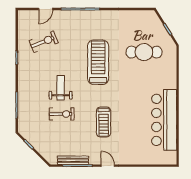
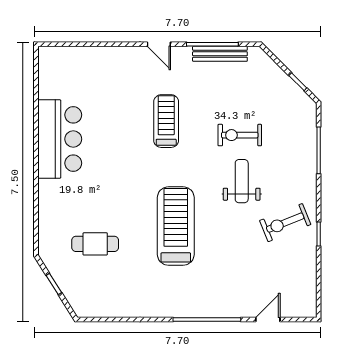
exercise bike: (44, 42) -> (285, 223), moved
cafe table: (144, 52) -> (95, 244), width x0.73, depth x0.74
treadmill: (98, 62) -> (176, 226), turned 180
weight bench: (61, 88) -> (242, 181), turned 180
bar counter: (164, 120) -> (60, 139), width x0.73

